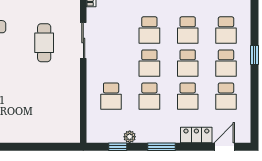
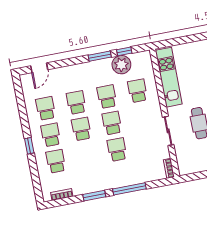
school desk: (188, 30) -> (86, 155), removed
kitchen unit: (70, 105) -> (169, 77), added
locker: (196, 135) -> (63, 73), removed
plant: (130, 137) -> (121, 65), width x1.87, depth x1.87
window: (162, 147) -> (100, 56), moved

